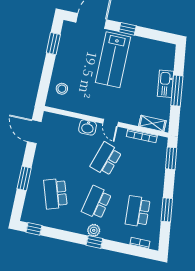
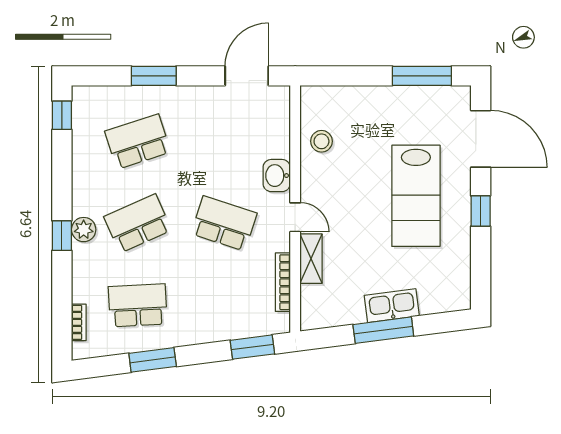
window: (53, 44) -> (422, 76), width x1.44
lab bench: (113, 60) -> (416, 196), turned -90
stool: (62, 89) -> (321, 141), moved
door: (110, 123) -> (295, 217), swing flipped
shelving: (152, 123) -> (311, 259), moved
school desk: (97, 203) -> (138, 223), turned -36

